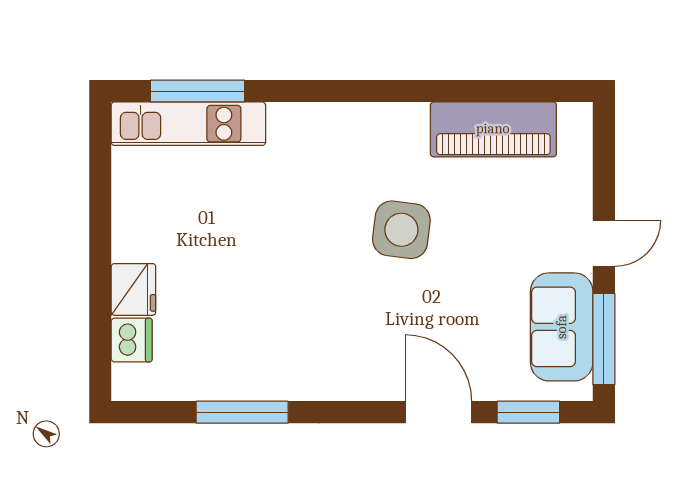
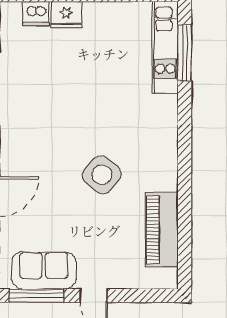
side table: (401, 230) -> (102, 175), turned 33

